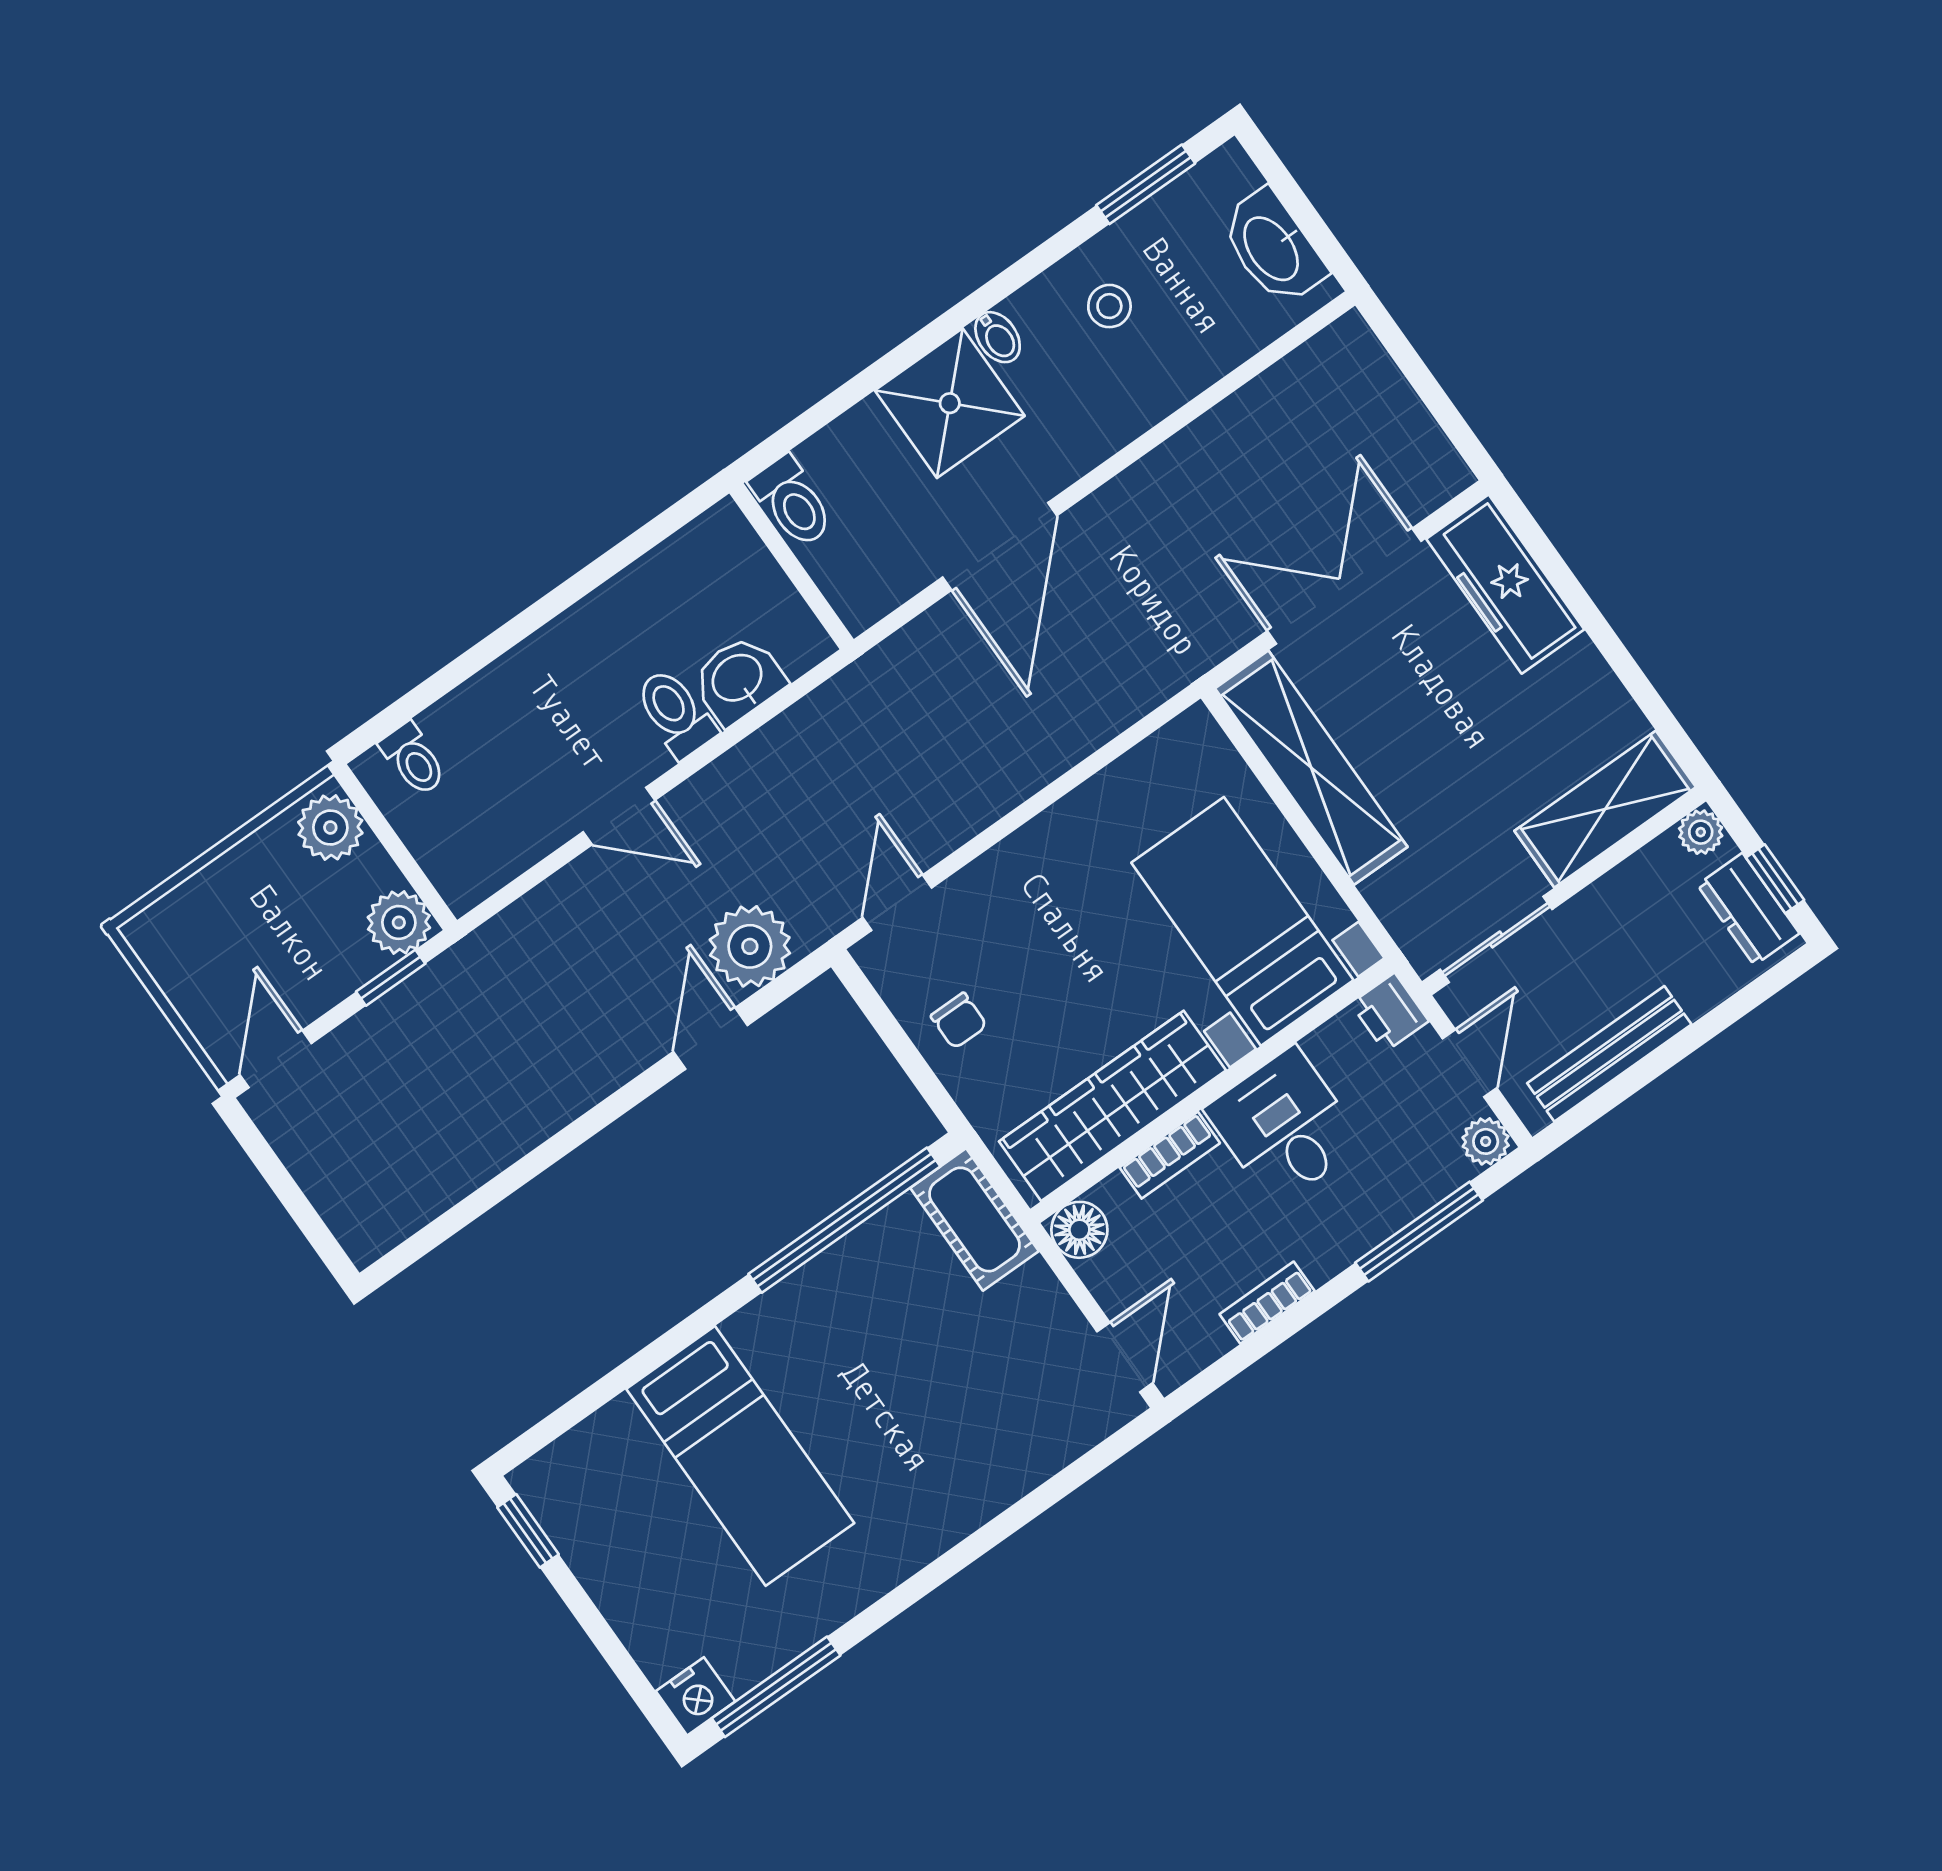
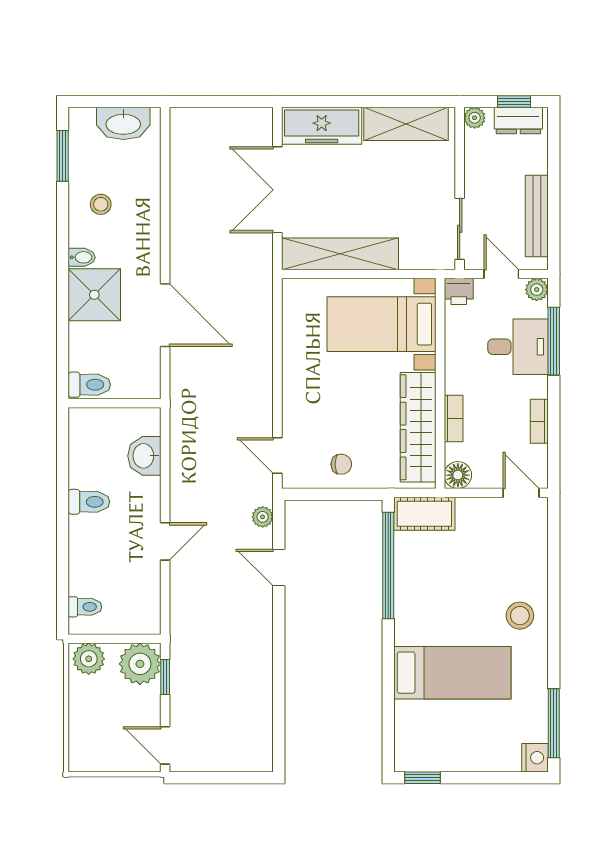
toilet: (675, 713) -> (89, 502), moved, turned 180
shelving: (1605, 809) -> (406, 124), moved, turned 90
plant: (399, 922) -> (140, 664), width x1.36, depth x1.36
plant: (750, 946) -> (263, 517), width x0.53, depth x0.53
desk: (1284, 1126) -> (518, 347), moved, turned 180
stool: (917, 1502) -> (520, 616), added

